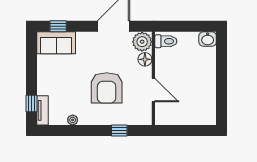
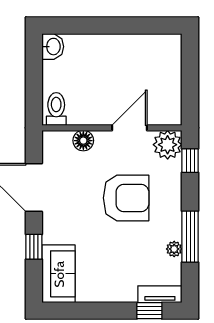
window: (58, 26) -> (34, 247), moved
plant: (142, 42) -> (168, 145), moved
window: (81, 131) -> (190, 237), added
window: (119, 131) -> (190, 161), moved

